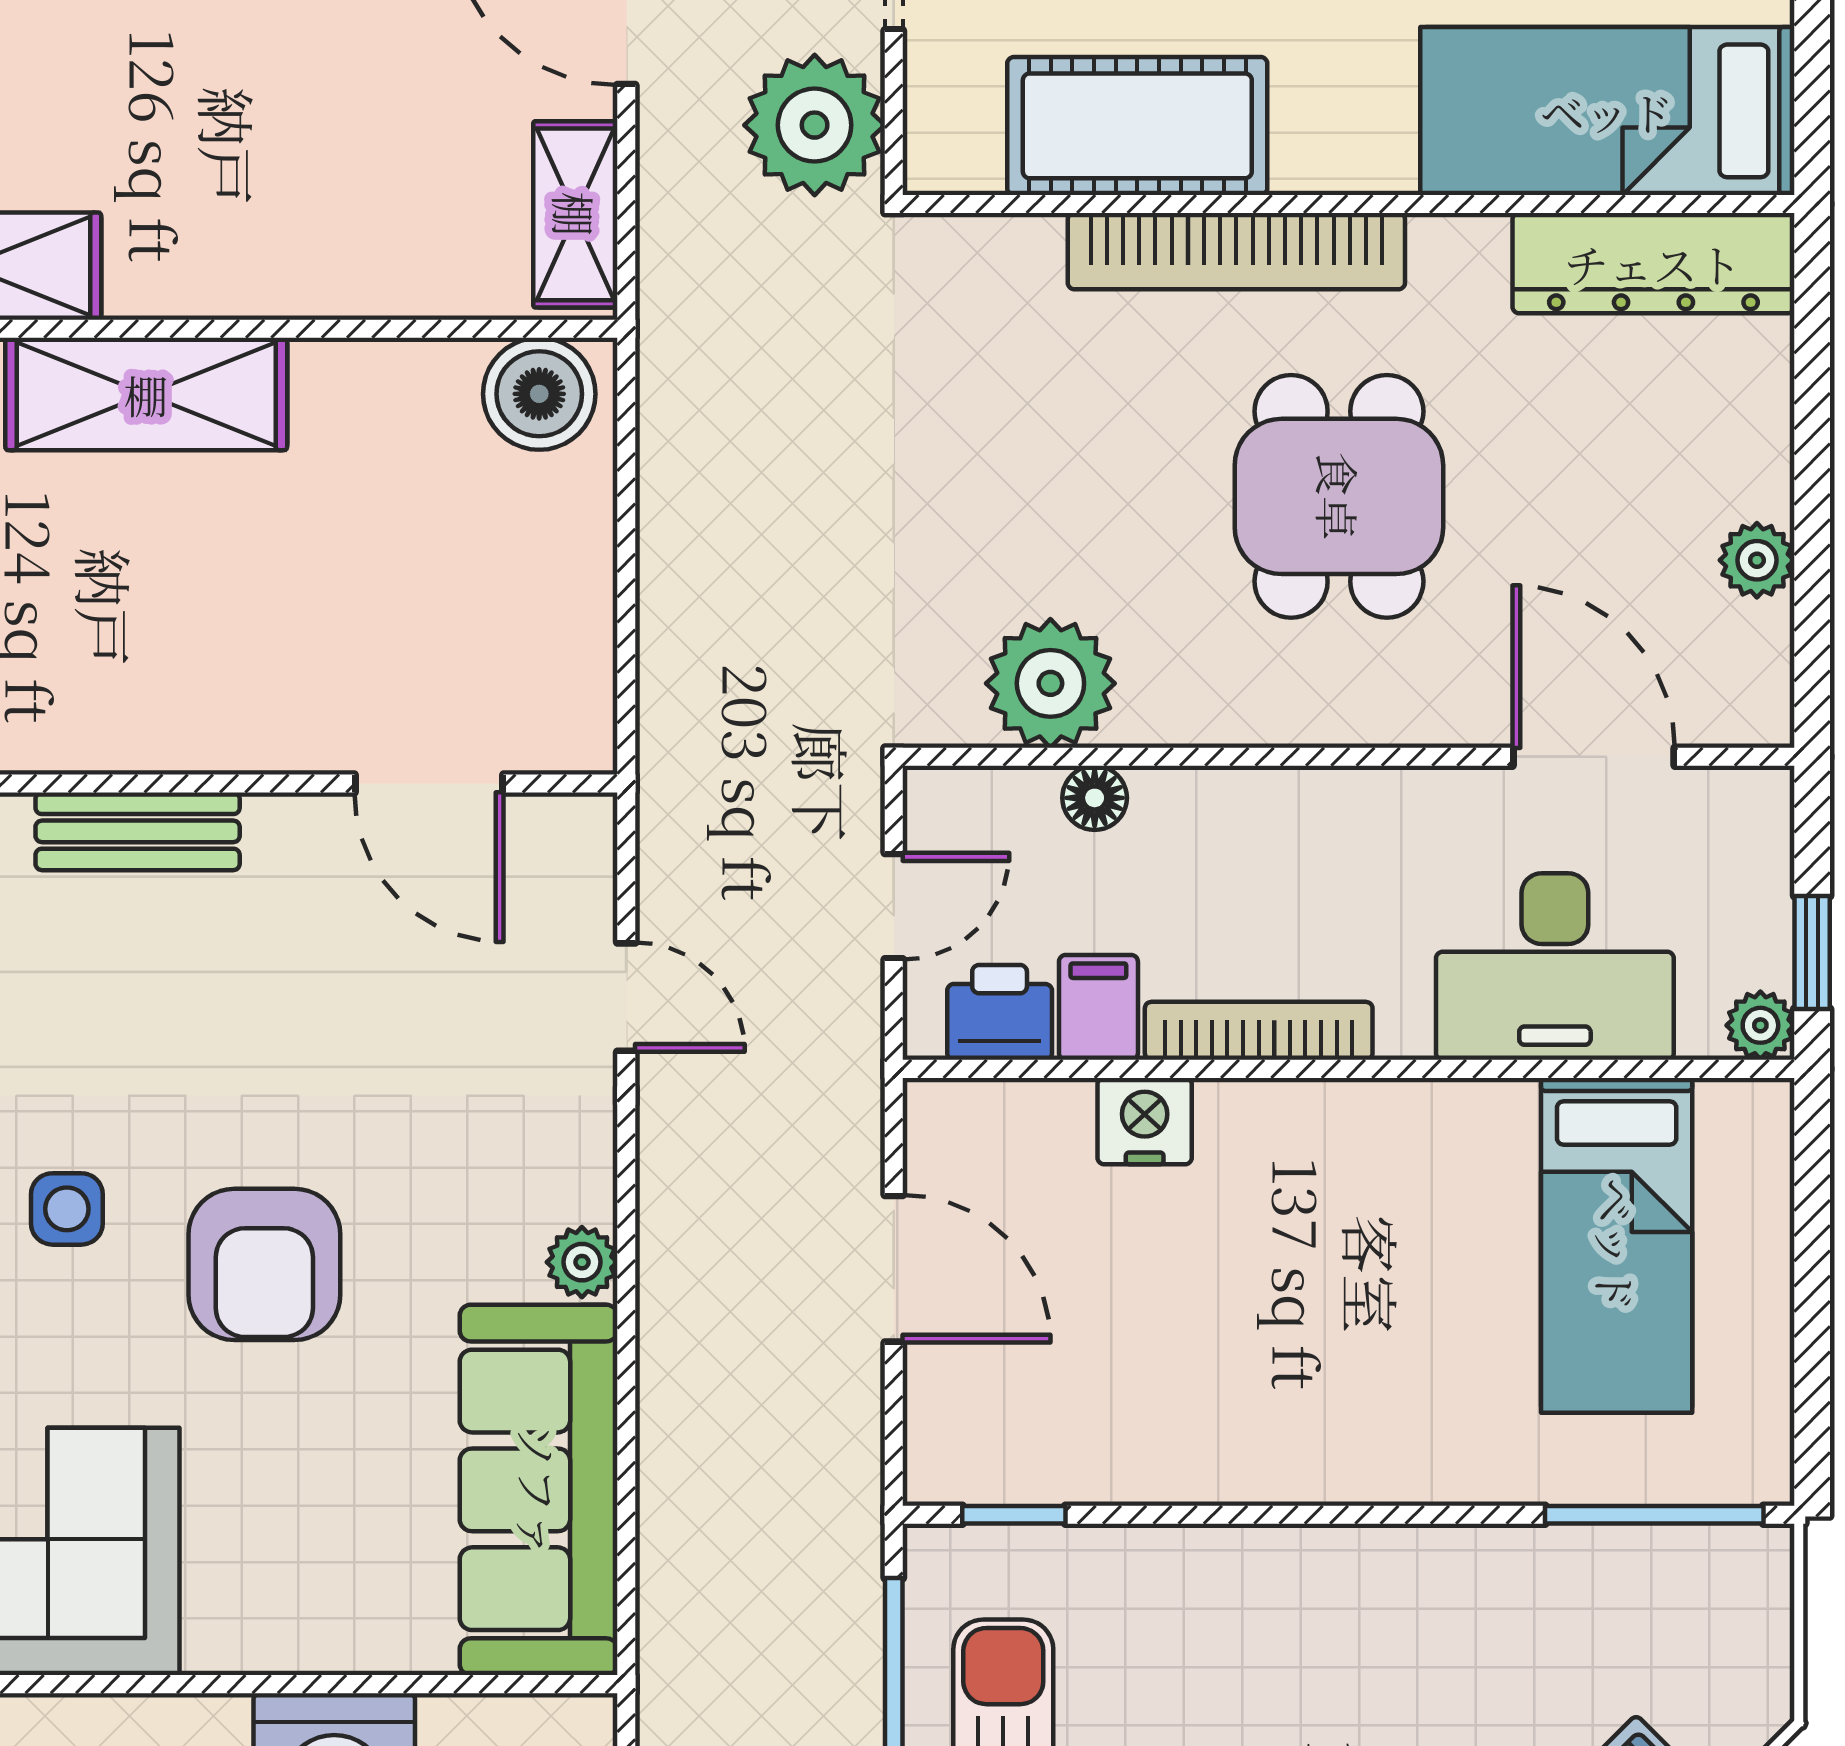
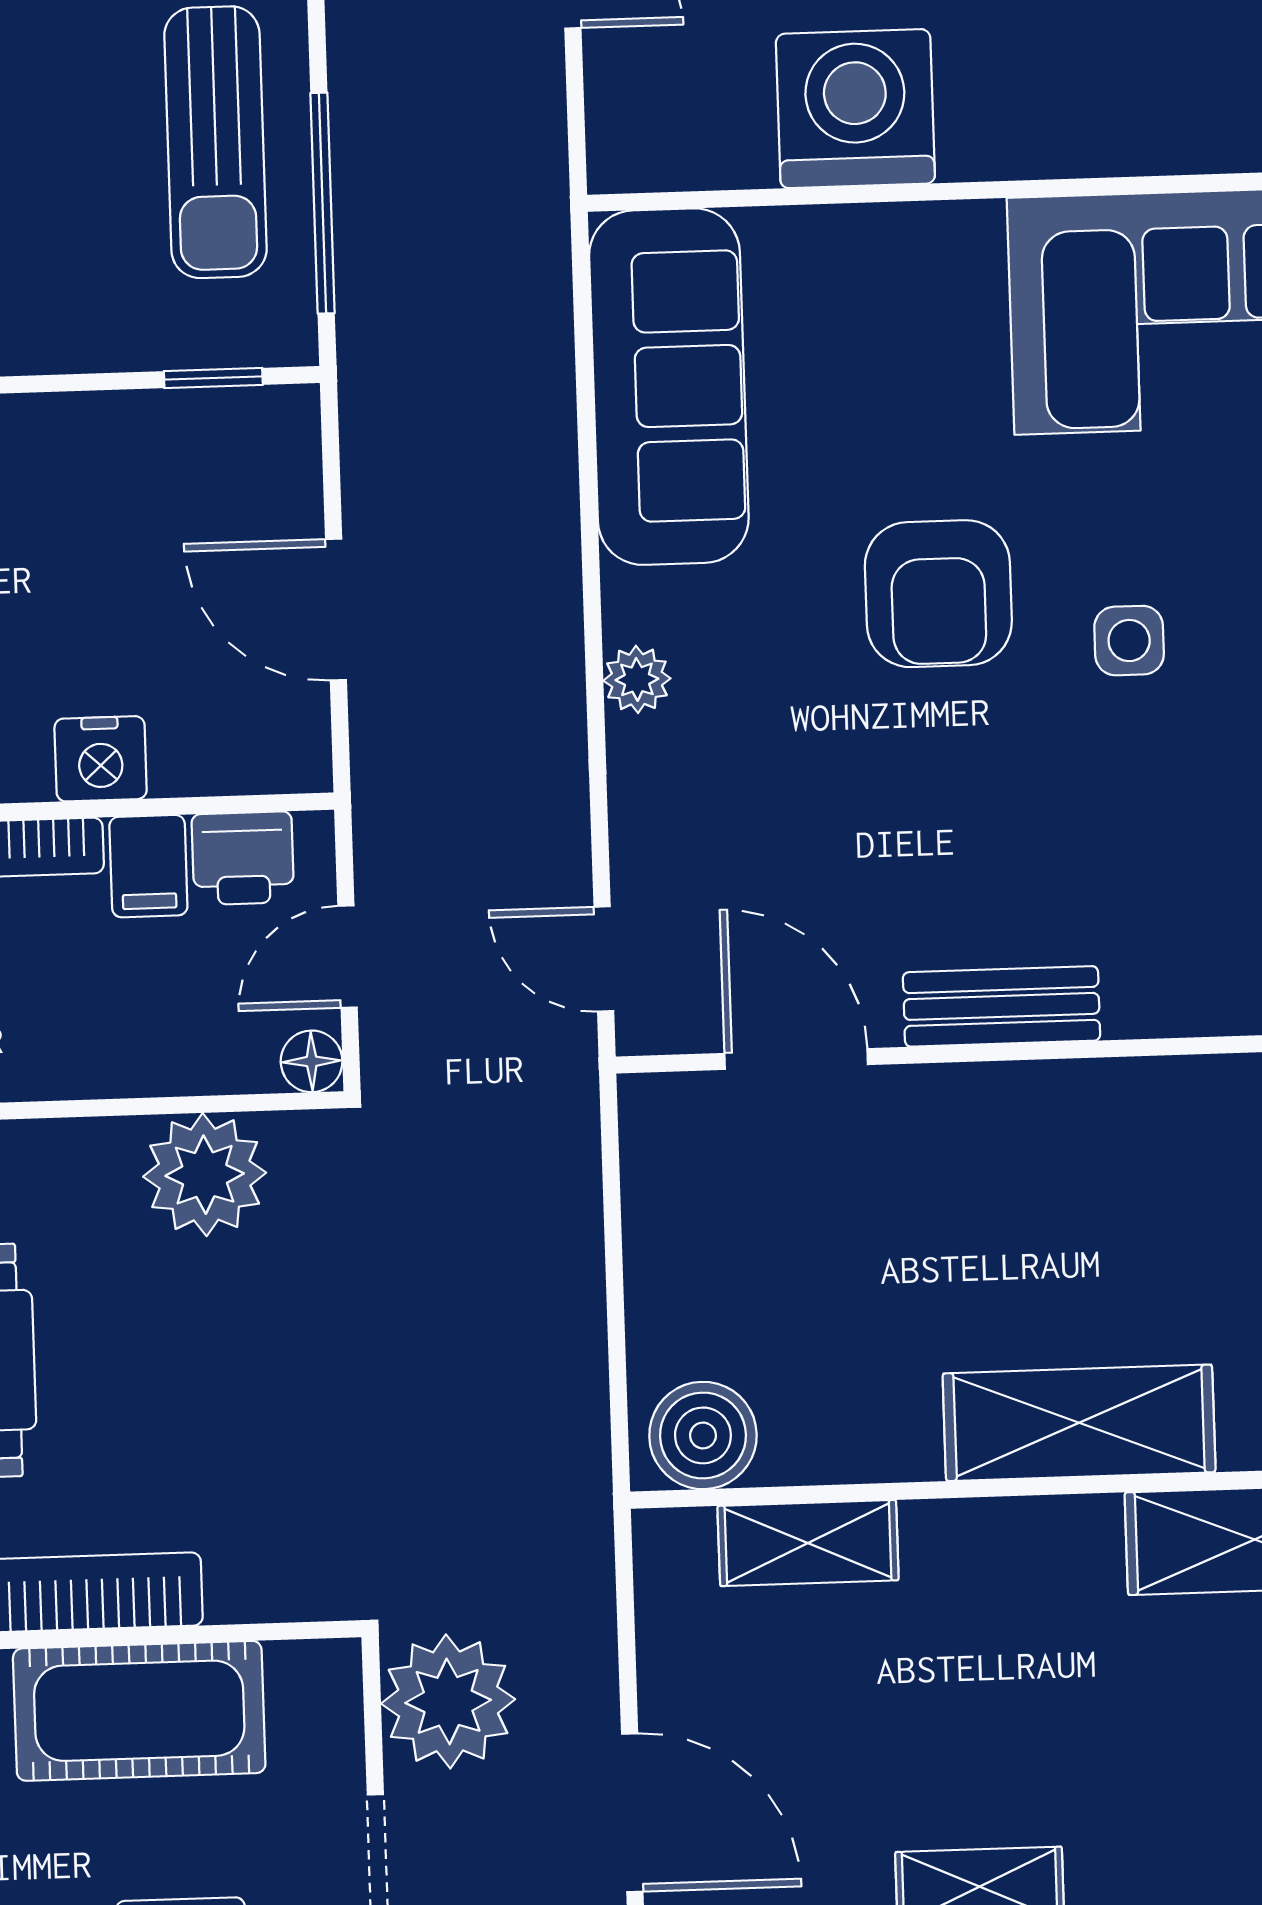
shelving: (575, 214) -> (808, 1543), moved, turned 90
floor lamp: (1095, 798) -> (312, 1061), moved
bench: (138, 831) -> (1002, 1006), moved
door: (626, 997) -> (604, 959), moved
plant: (582, 1262) -> (637, 679), moved
armchair: (264, 1264) -> (938, 594), turned 180

